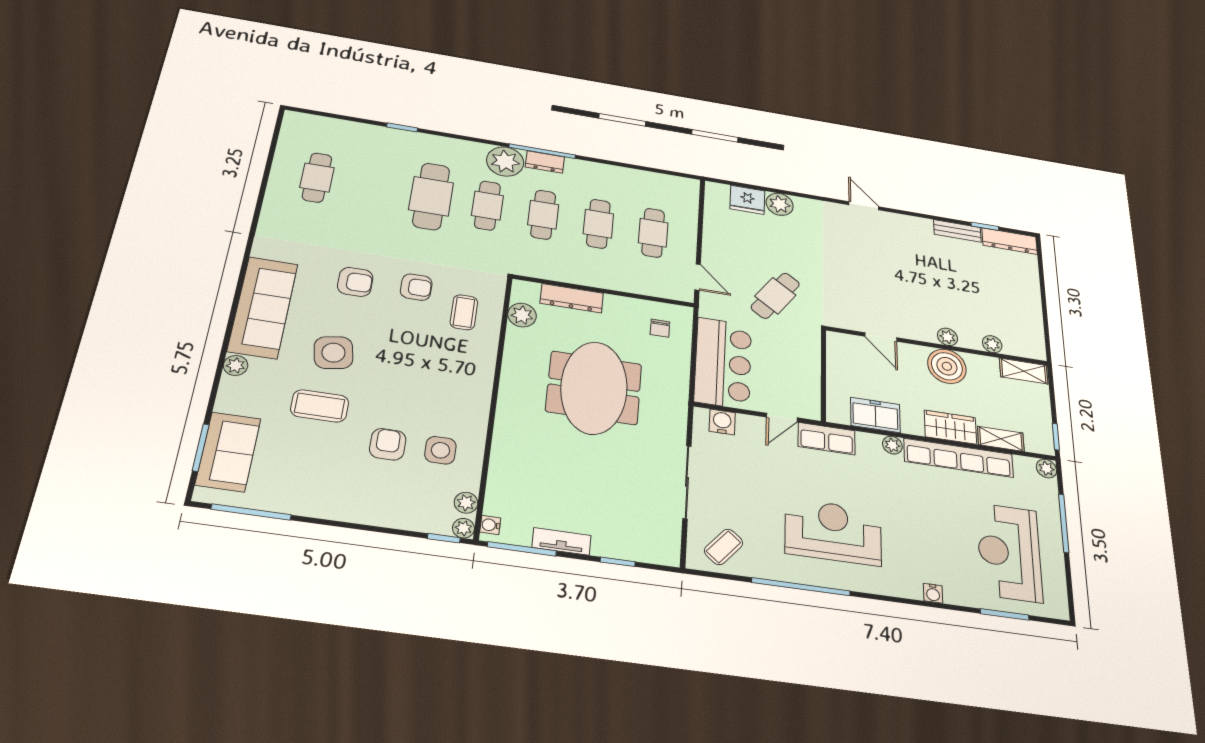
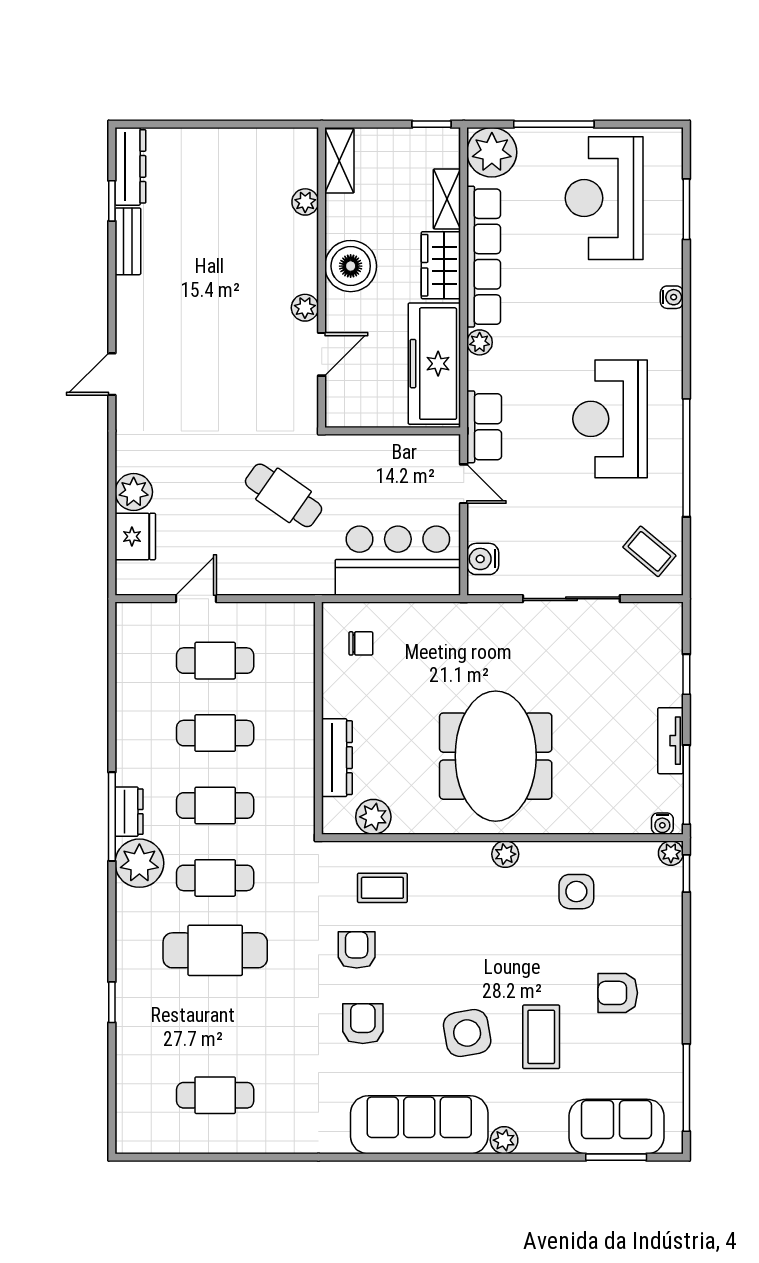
door: (698, 277) -> (196, 599), moved
plant: (947, 337) -> (305, 308), moved
meeting table: (594, 388) -> (496, 756), moved, turned 90
freezer: (875, 415) -> (434, 364), width x1.91, depth x1.26
armchair: (388, 444) -> (618, 993), moved
plant: (1047, 469) -> (492, 152), width x1.88, depth x1.88
plant: (466, 503) -> (505, 854), moved
reception desk: (1009, 552) -> (604, 198), turned 90

